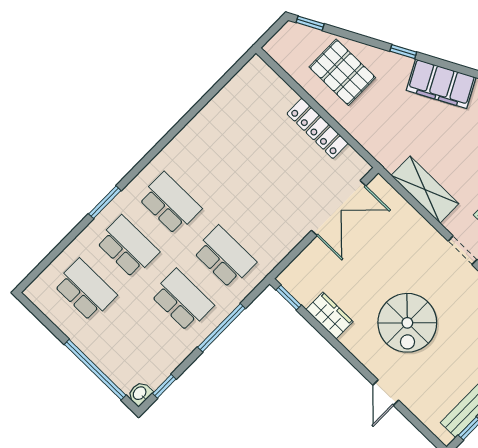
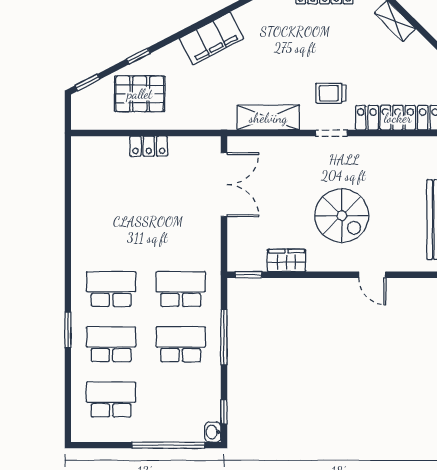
window: (403, 52) -> (138, 56), moved
locker: (317, 128) -> (149, 146), width x0.66

